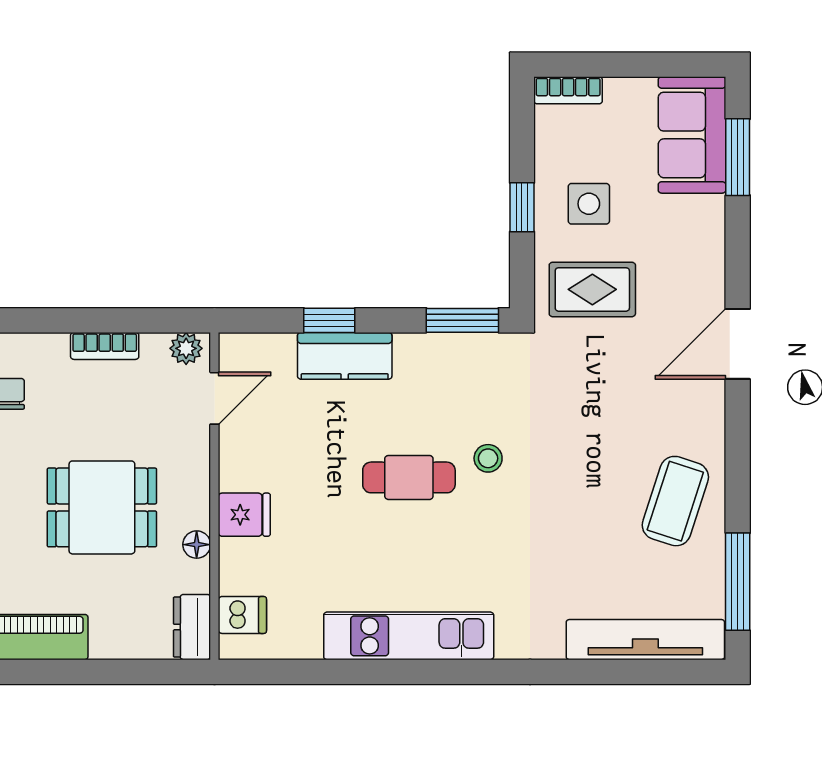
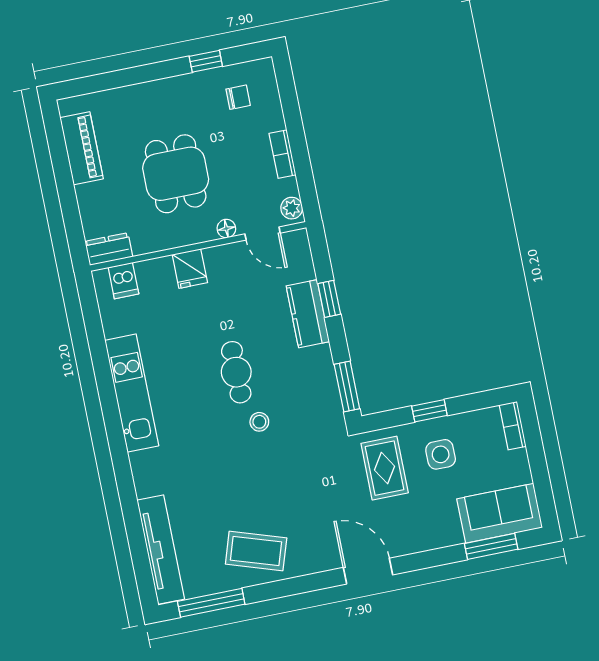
floor lamp: (197, 545) -> (226, 229), moved

